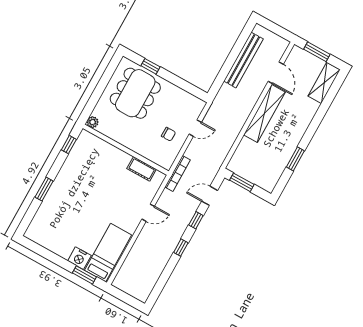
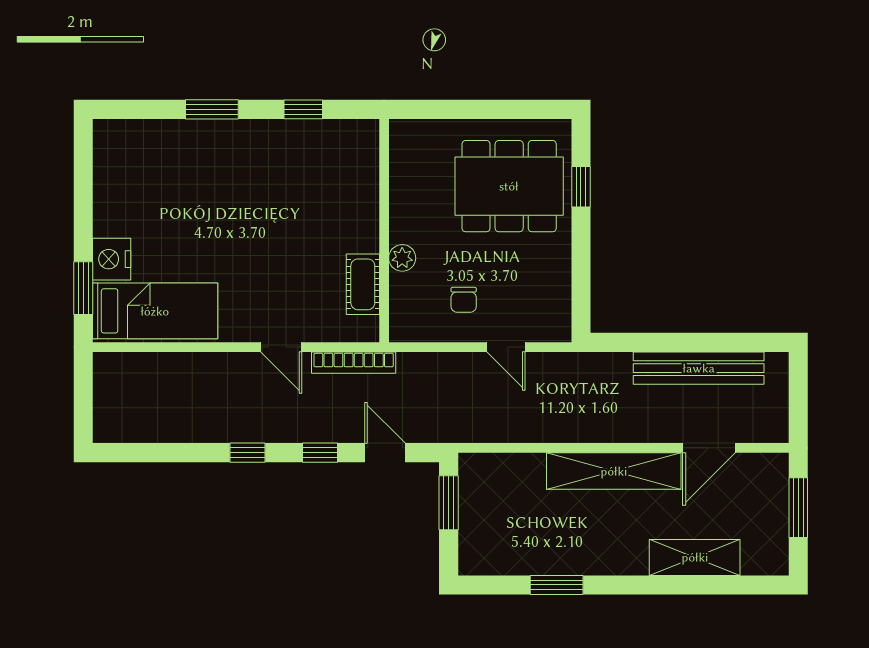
shelving: (324, 83) -> (695, 557), moved
plant: (93, 122) -> (402, 258), moved
window: (69, 145) -> (303, 109), moved
bookcase: (178, 173) -> (354, 363), moved

